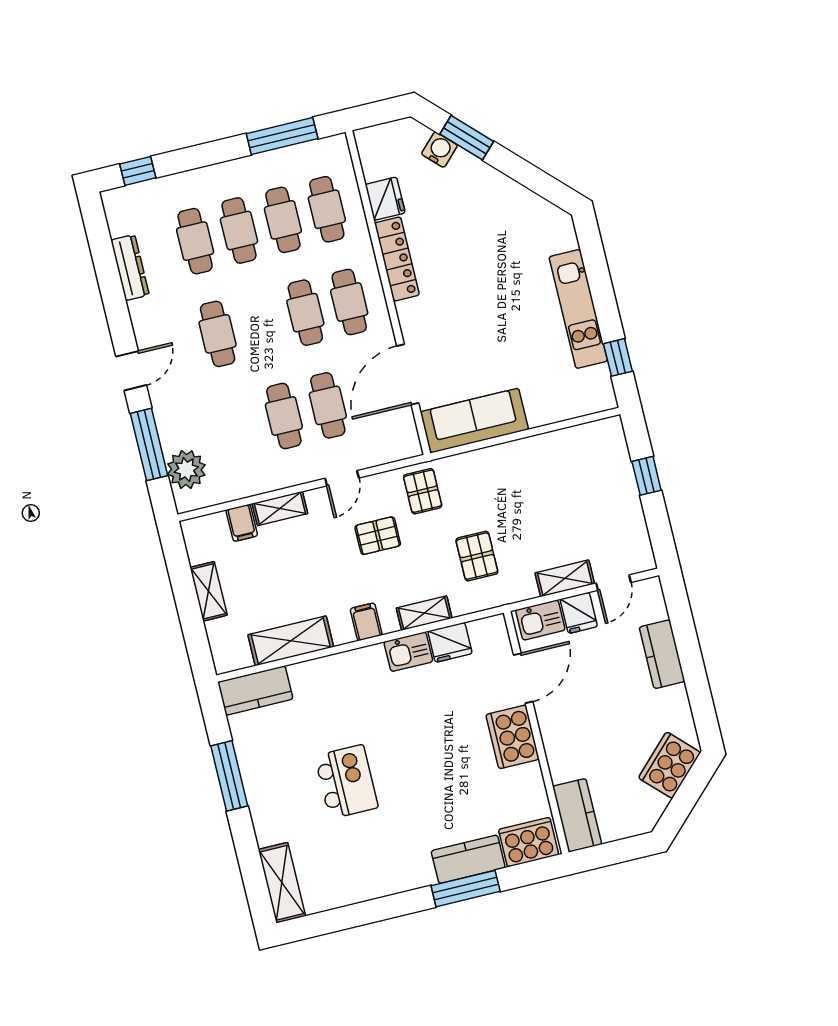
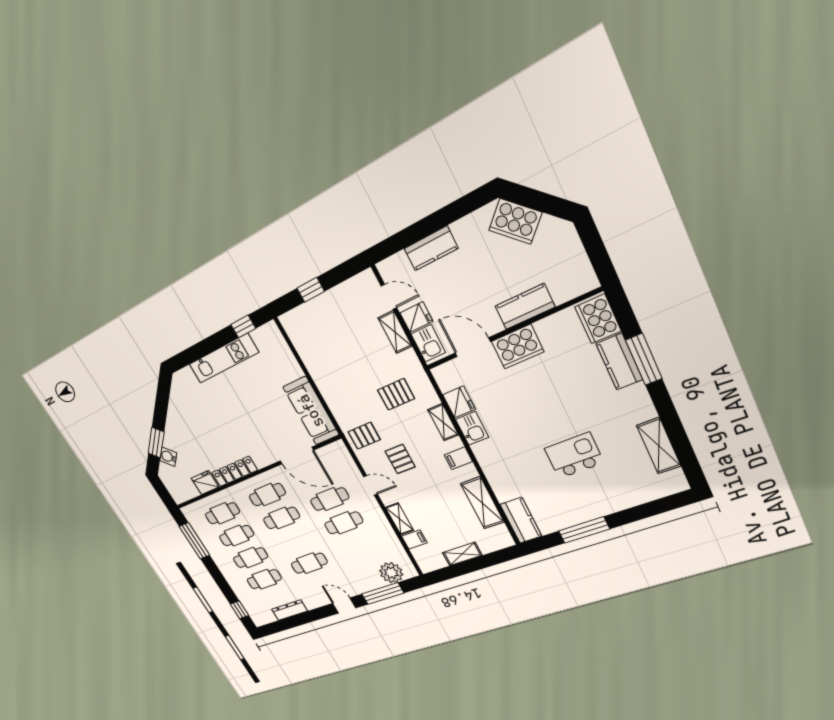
kitchen counter: (577, 815) -> (525, 307), moved
shelving: (282, 883) -> (659, 446), moved, turned 90

